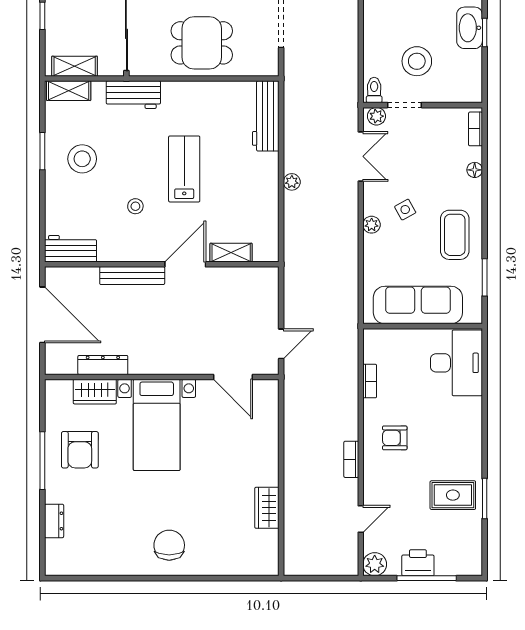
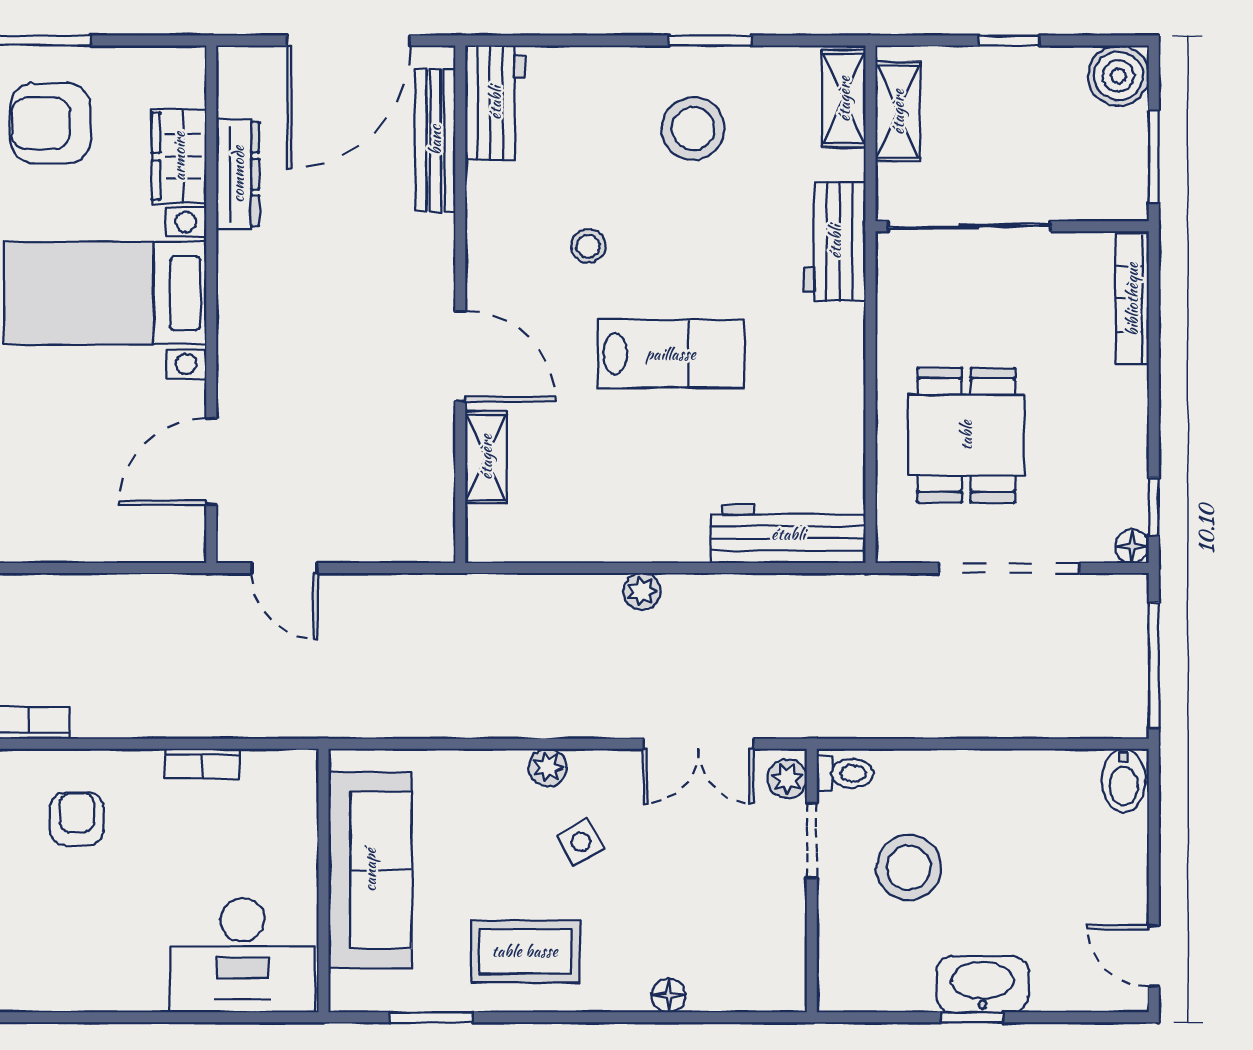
dining table: (202, 43) -> (966, 435), moved
bookcase: (476, 129) -> (759, 997), removed
bench: (132, 276) -> (435, 140), moved

